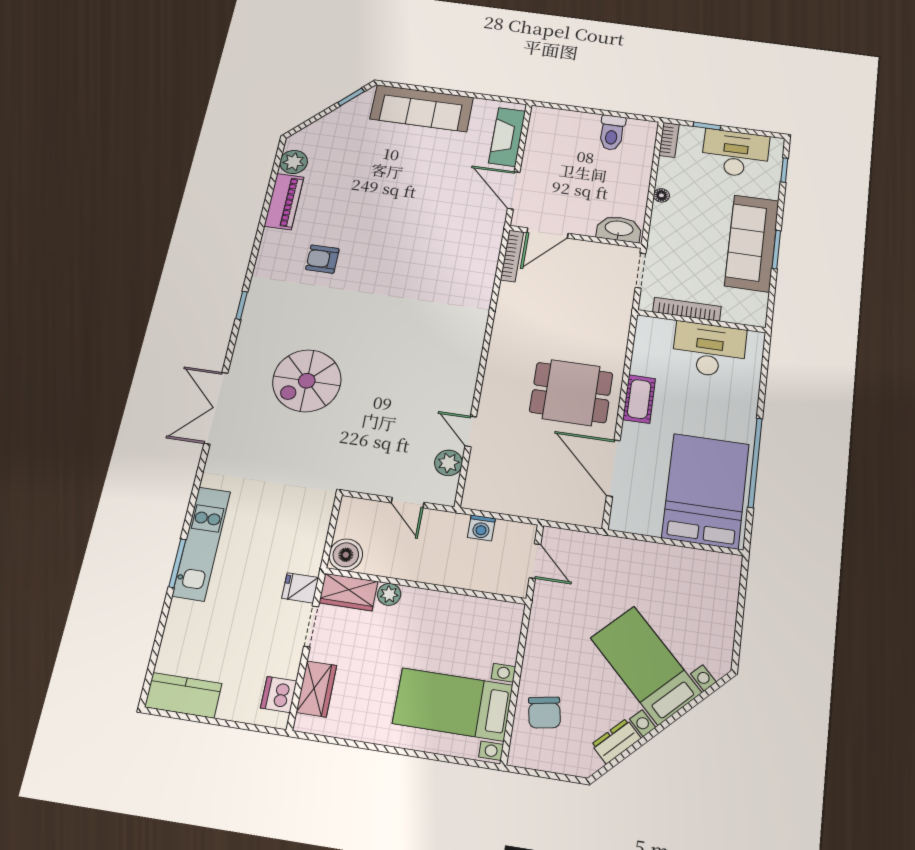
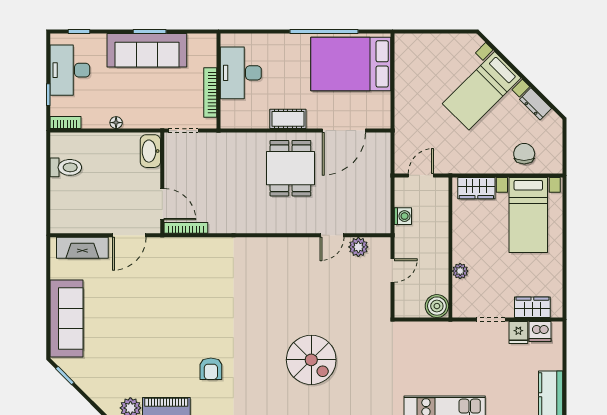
fridge: (300, 588) -> (518, 332), moved
wardrobe: (348, 592) -> (476, 188), moved, turned 90
chair: (544, 713) -> (524, 154), turned -80

